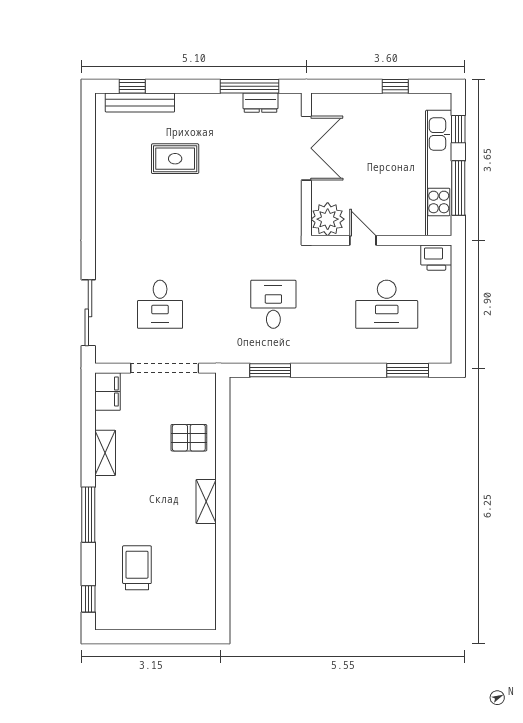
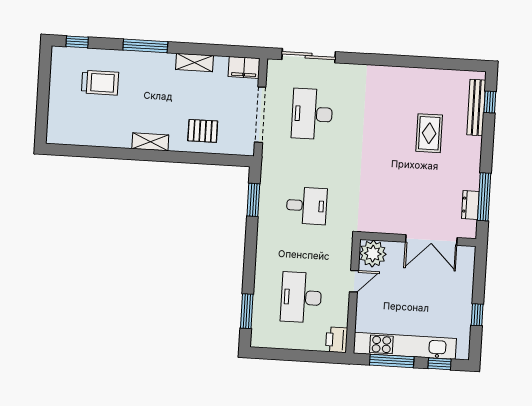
desk: (160, 304) -> (312, 114), width x1.37
pallet: (189, 438) -> (203, 131), turned 90

